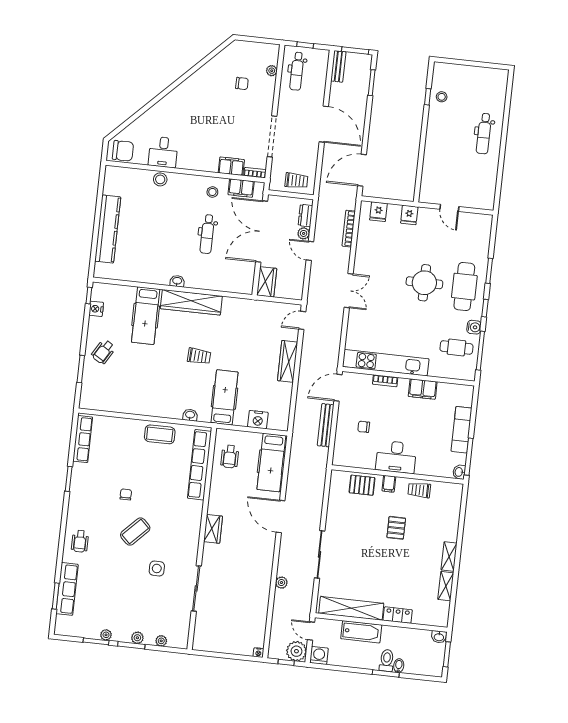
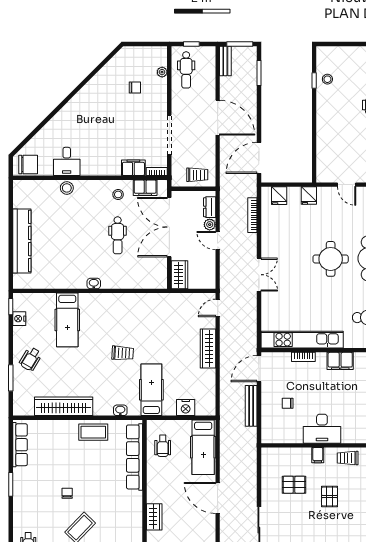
wardrobe: (191, 302) -> (64, 406), moved, turned 180
pallet: (362, 485) -> (294, 485), moved

